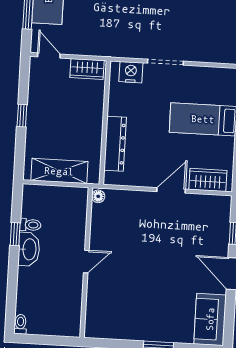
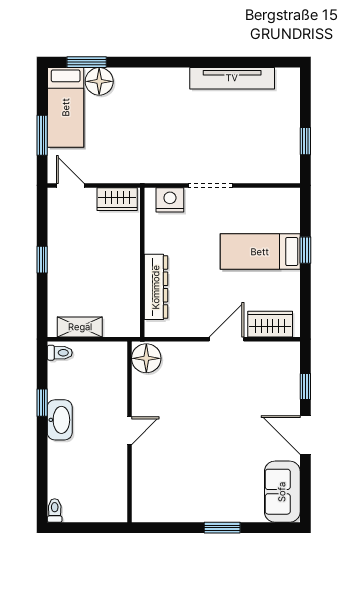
shelving: (59, 171) -> (80, 327), width x0.67, depth x0.75
floor lamp: (98, 196) -> (146, 358), width x1.89, depth x1.89
toilet: (30, 225) -> (60, 353), moved

